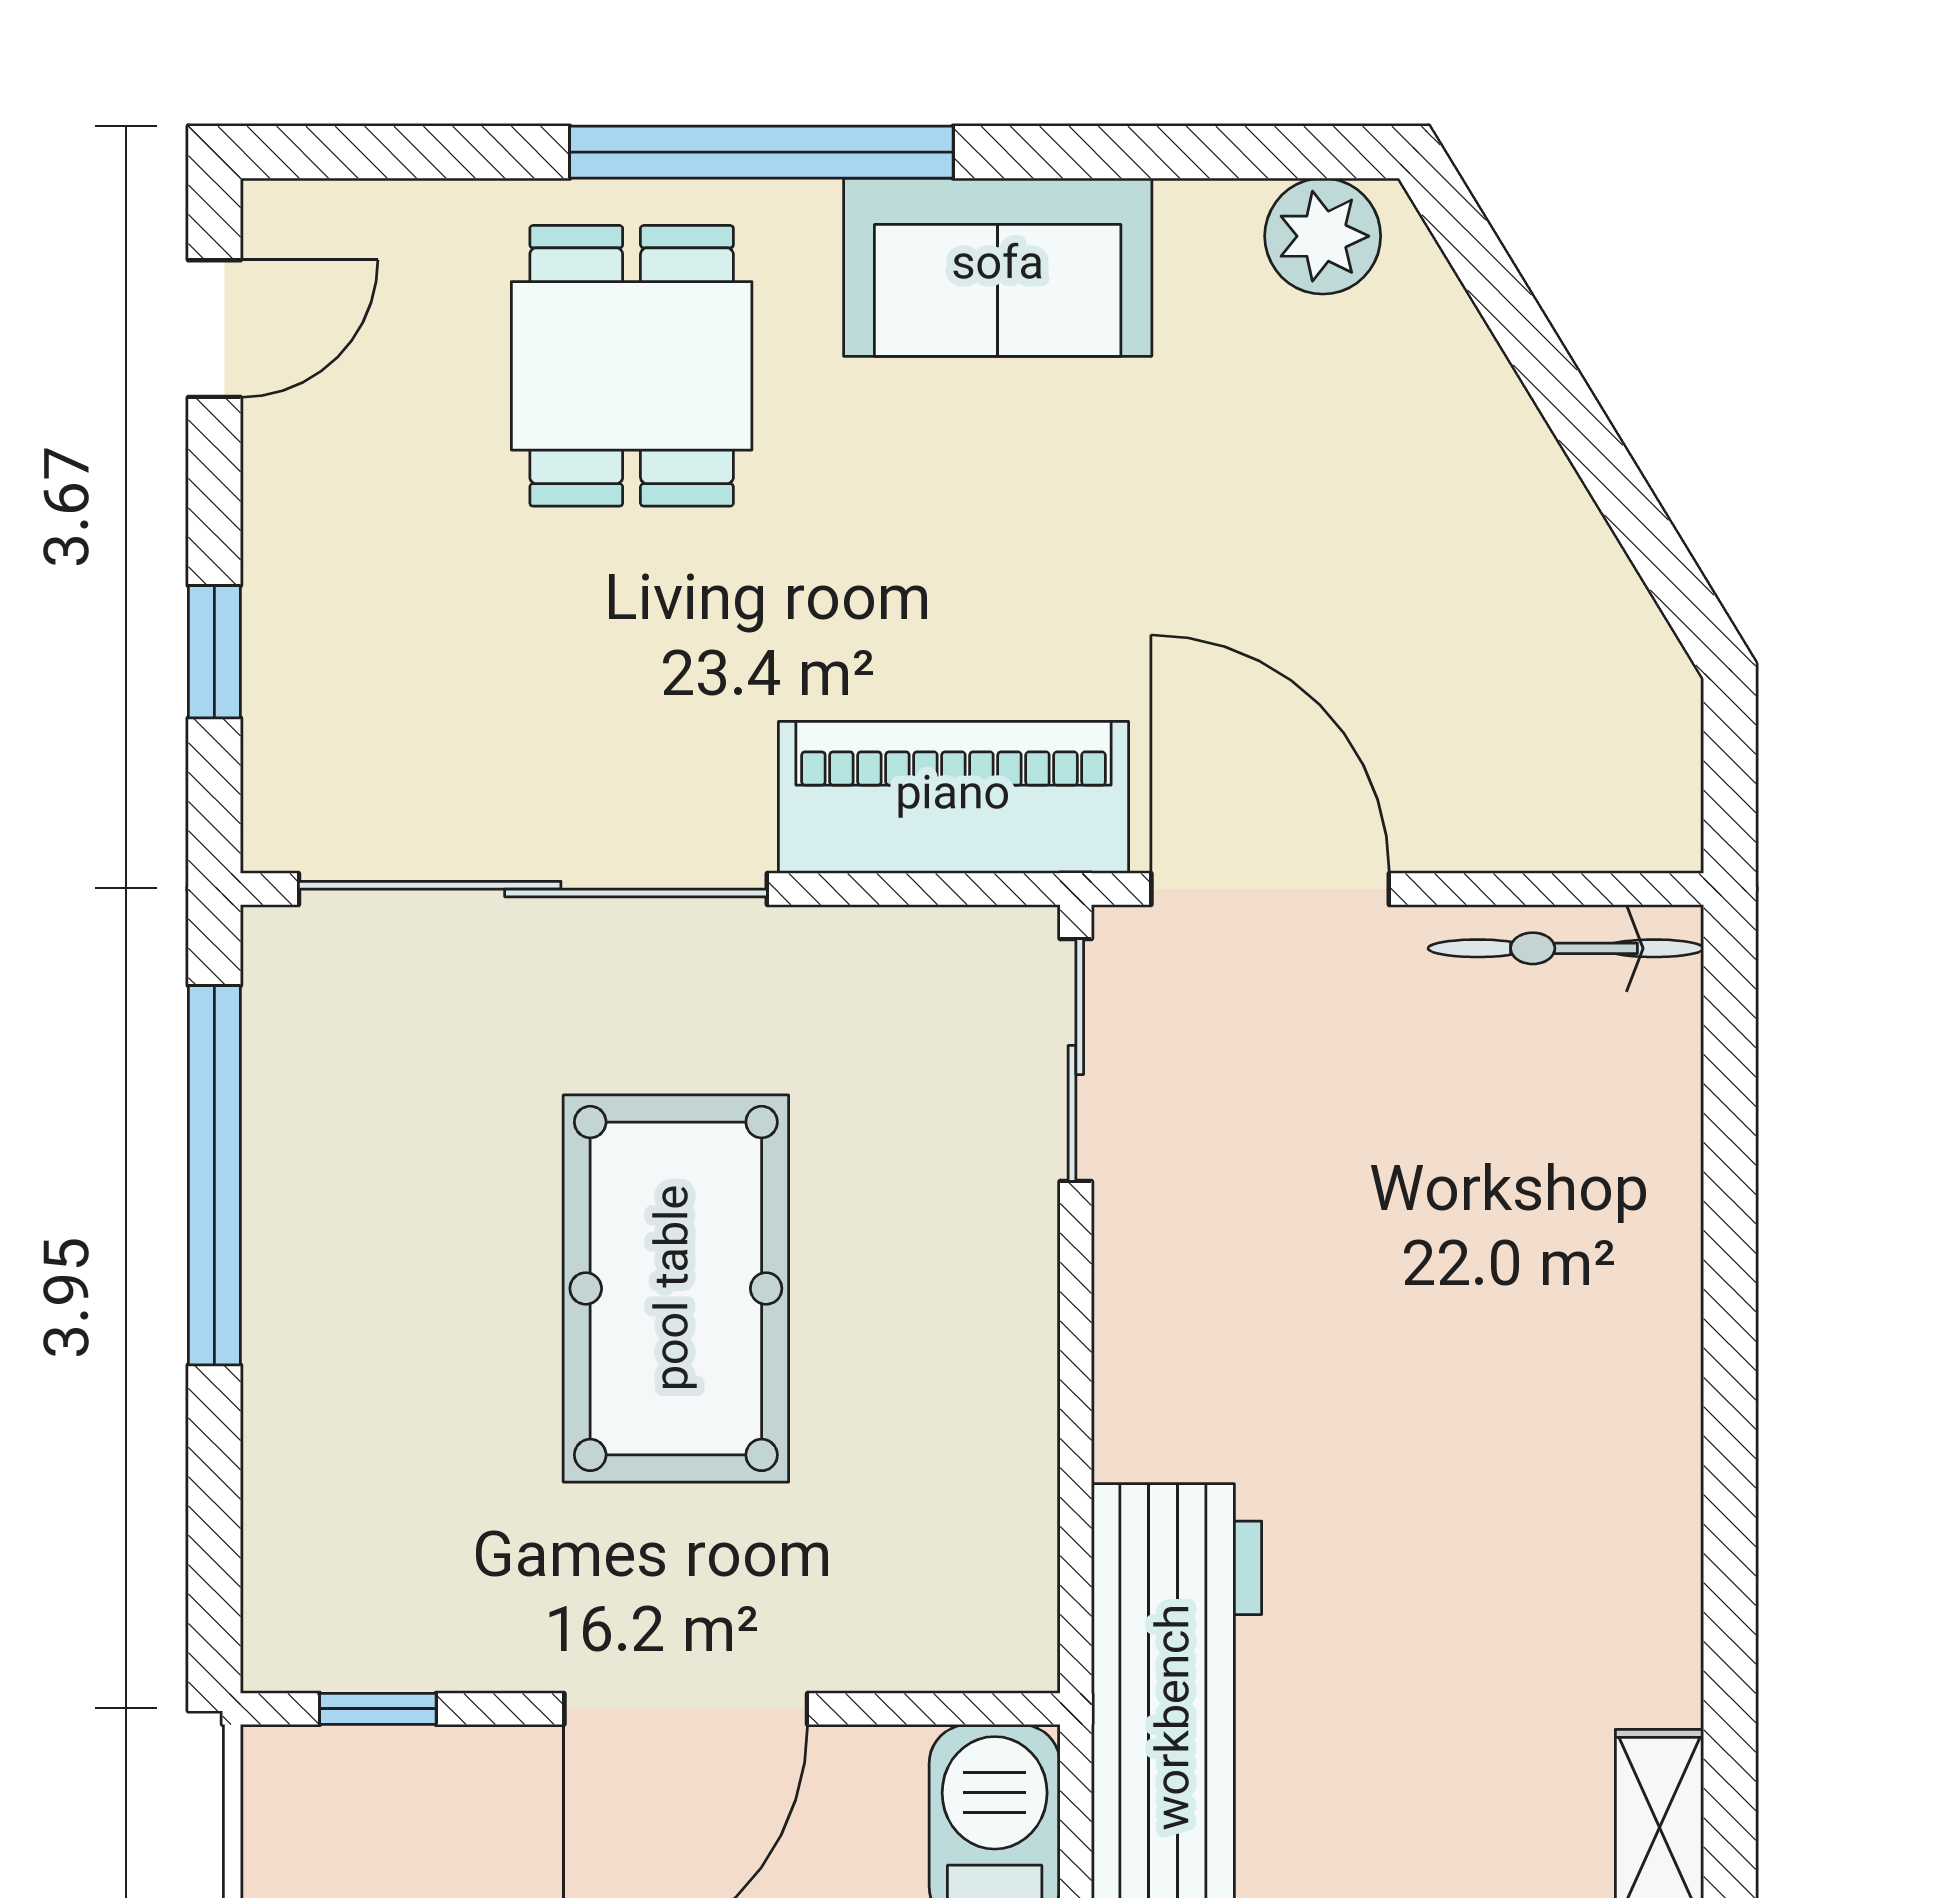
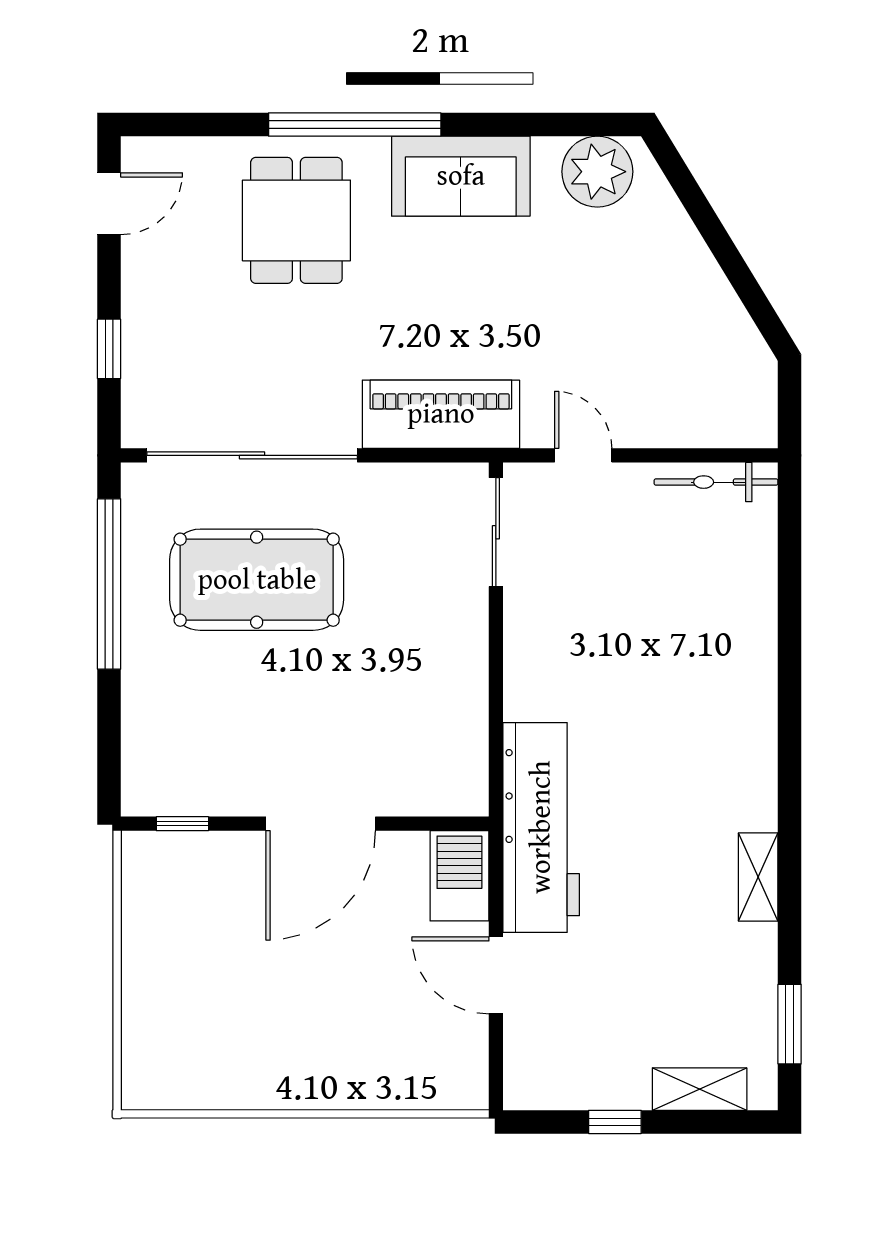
plant: (1323, 236) -> (597, 172), width x1.36, depth x1.36
door: (1270, 889) -> (583, 455), width x0.53
pool table: (676, 1288) -> (257, 580), moved, turned 90

